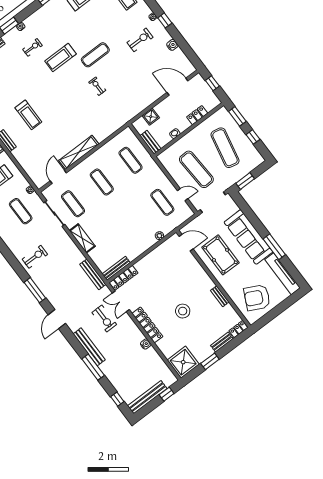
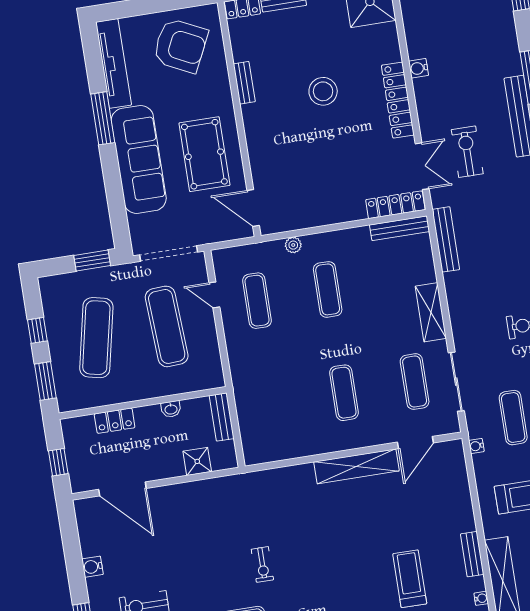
exercise mat: (131, 160) -> (328, 289), moved

